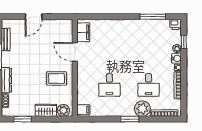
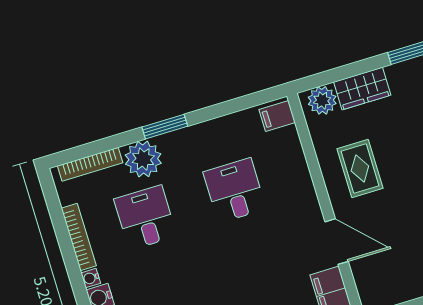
rug: (56, 78) -> (360, 168), turned 90

